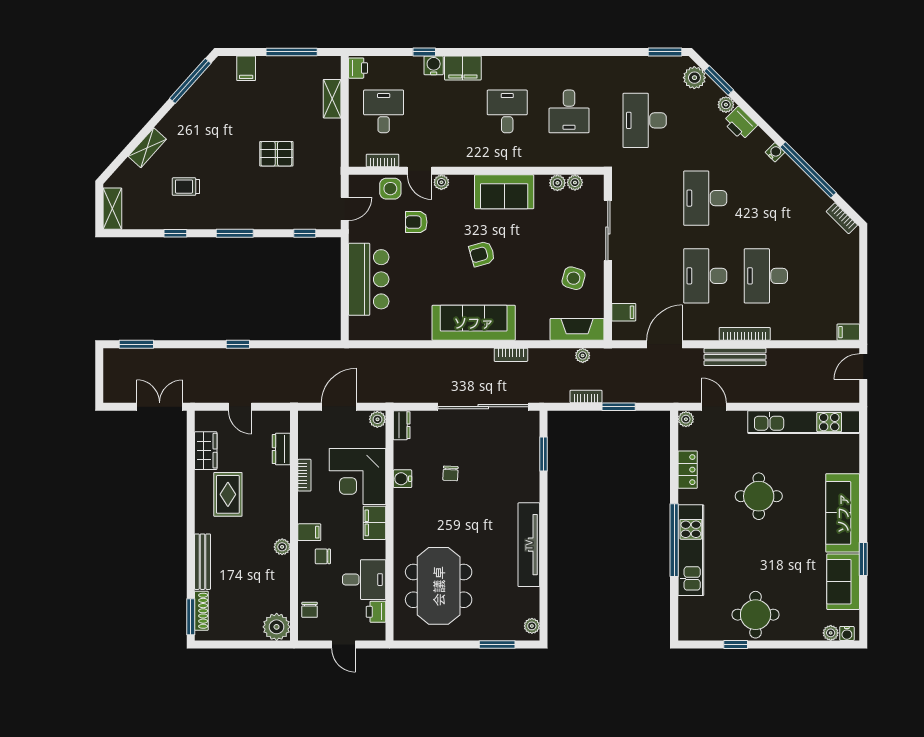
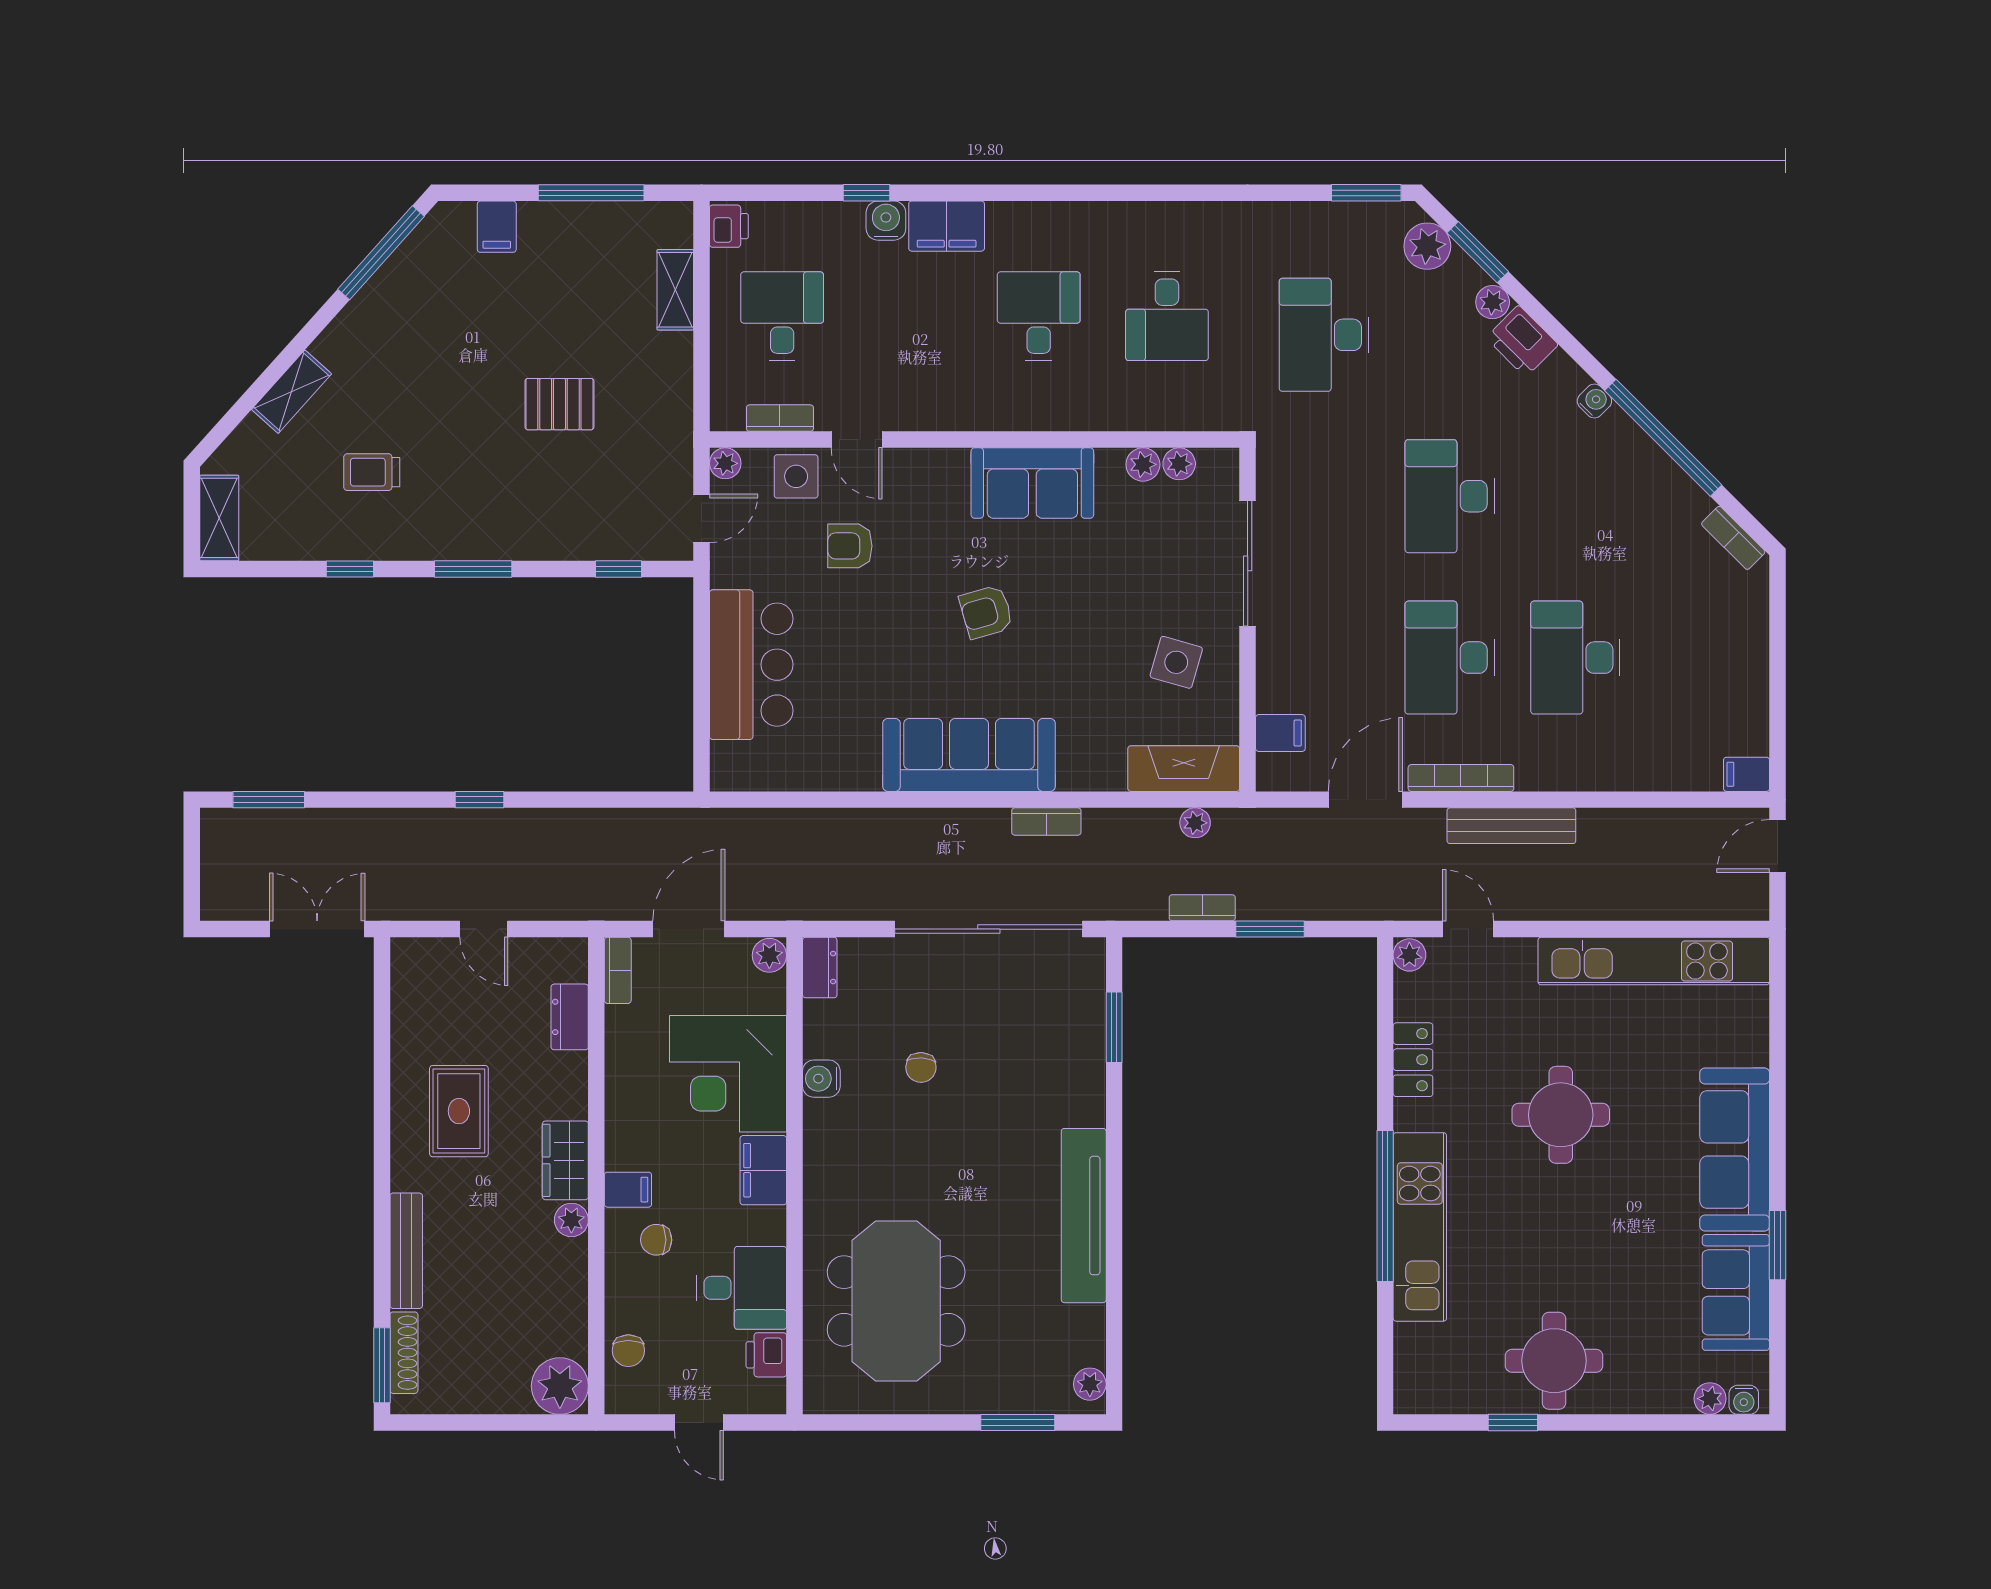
plant: (441, 182) -> (725, 463), moved
bookcase: (745, 334) -> (1461, 778), moved
wardrobe: (206, 451) -> (565, 1160), moved, turned 180
bookcase: (304, 475) -> (618, 970), moved

